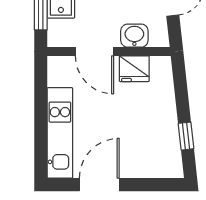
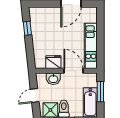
kitchen unit: (60, 133) -> (91, 46), moved

